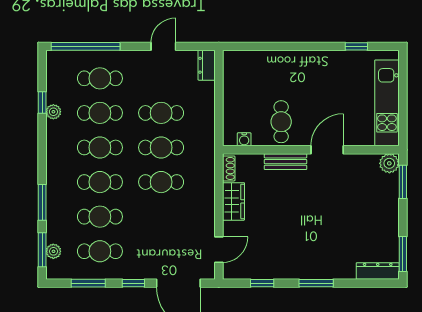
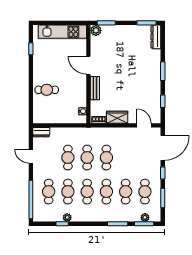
cafe table: (281, 122) -> (47, 90), moved

